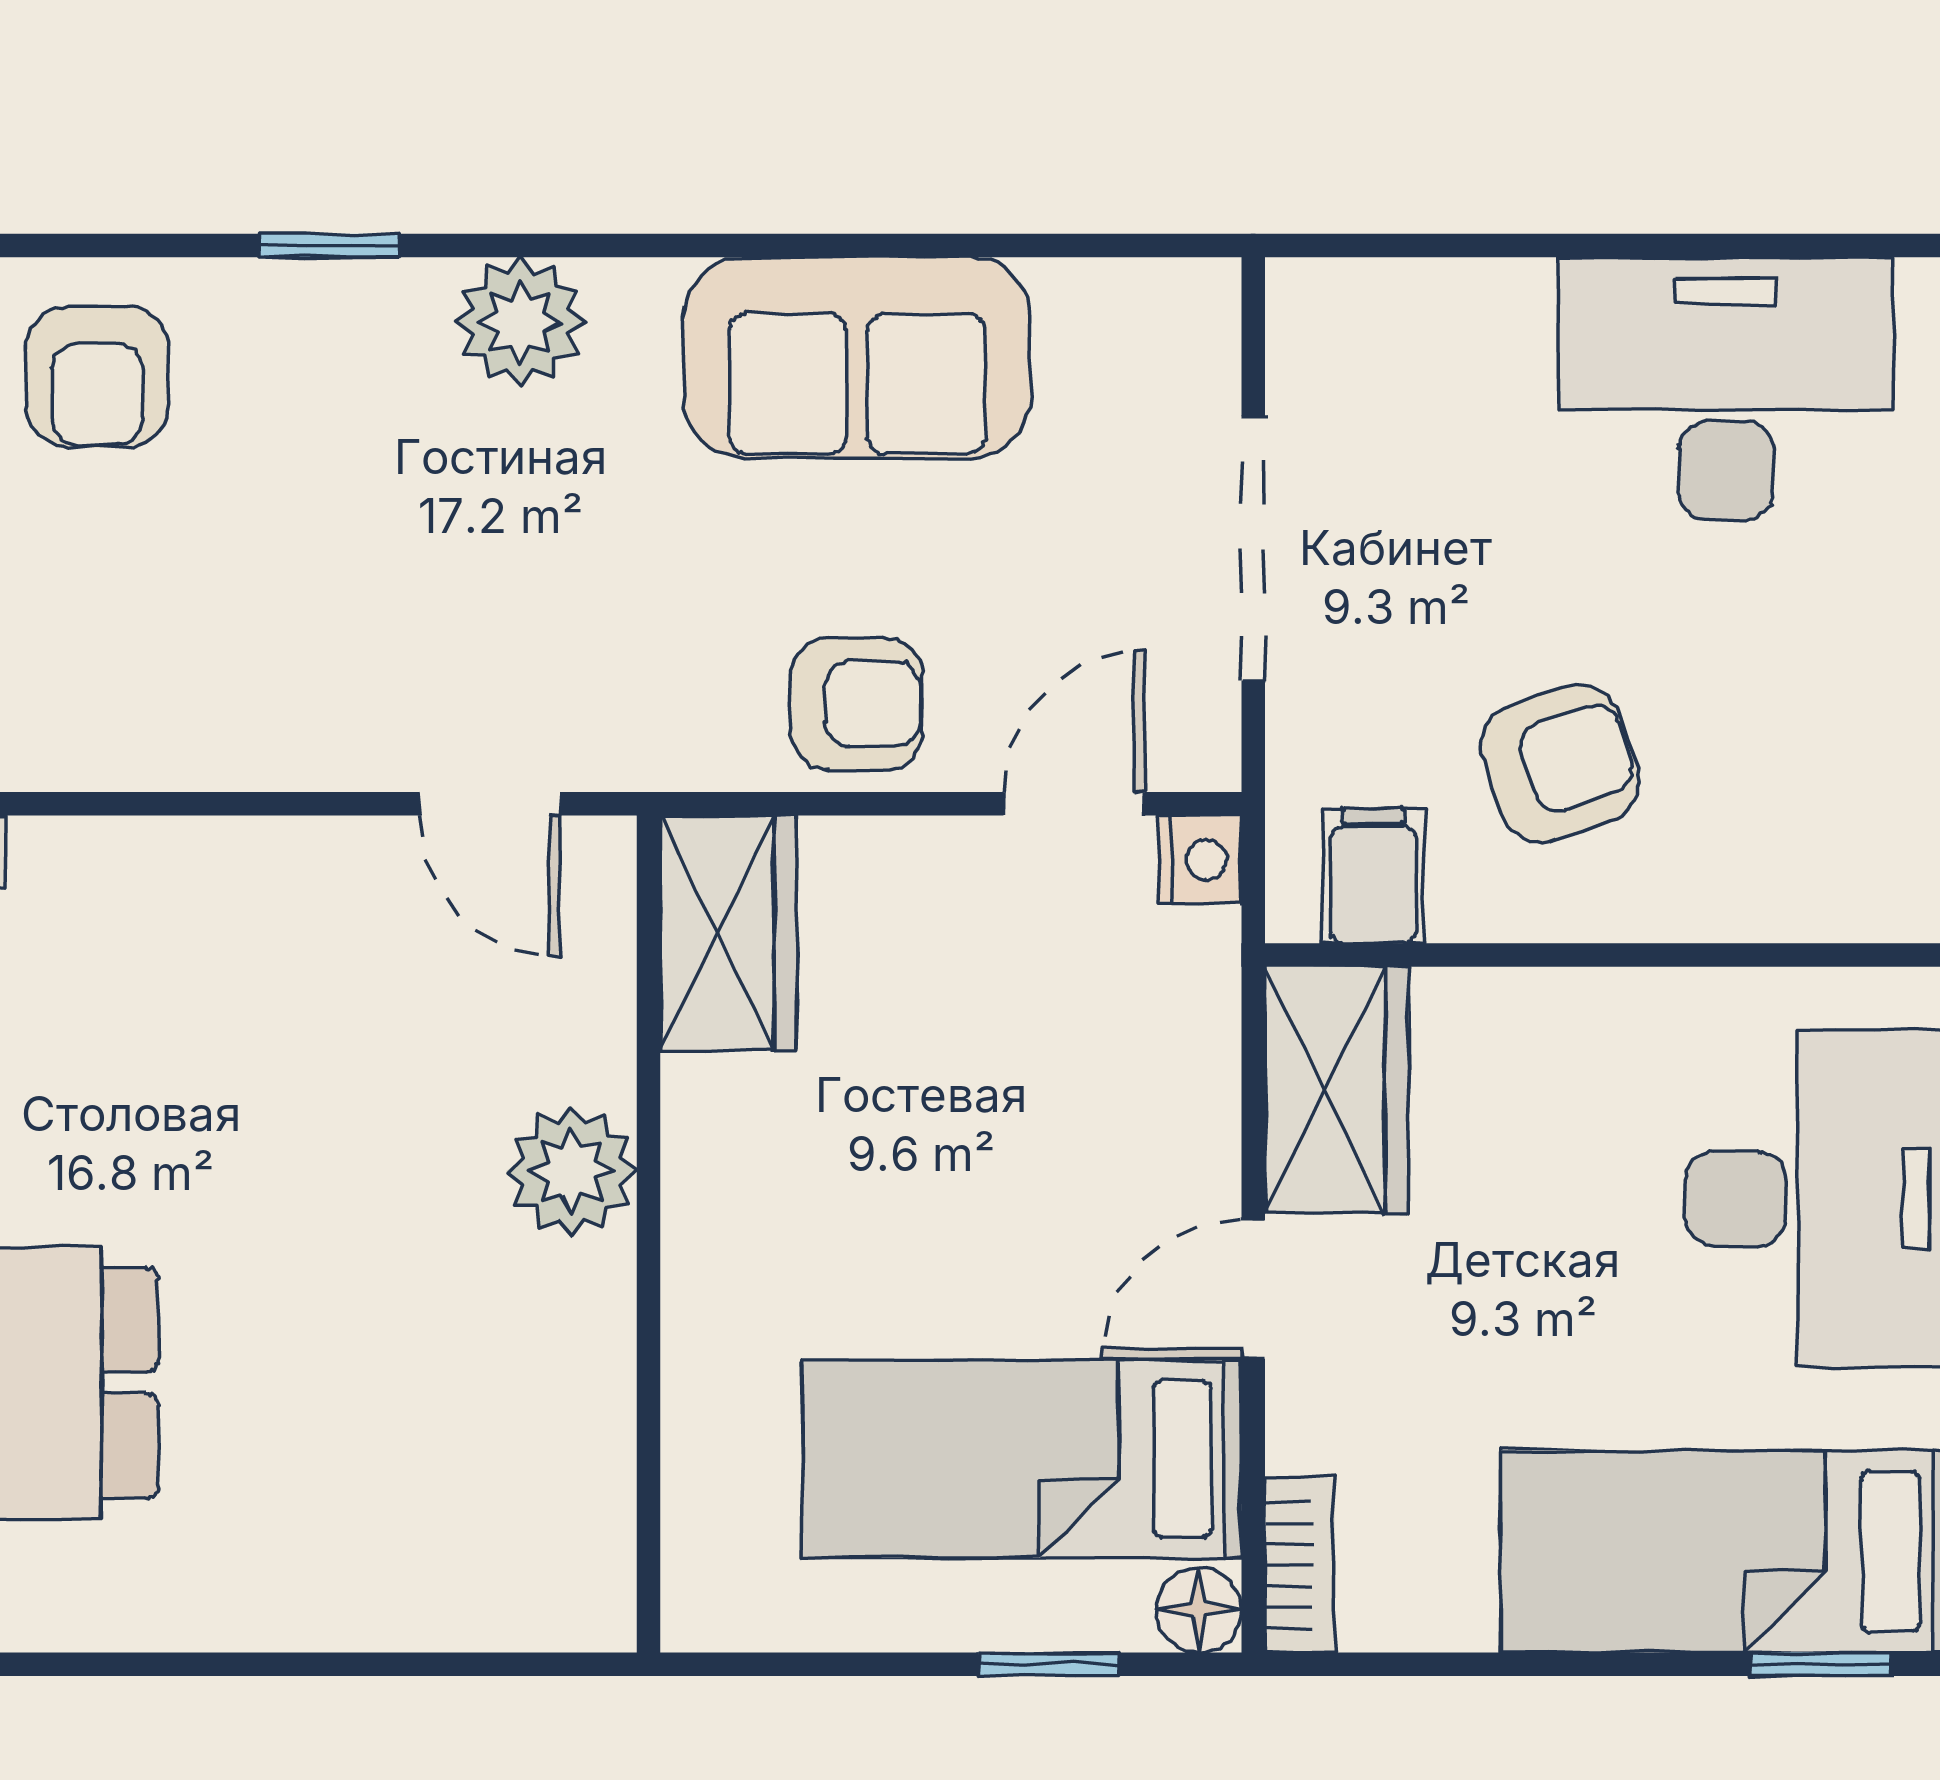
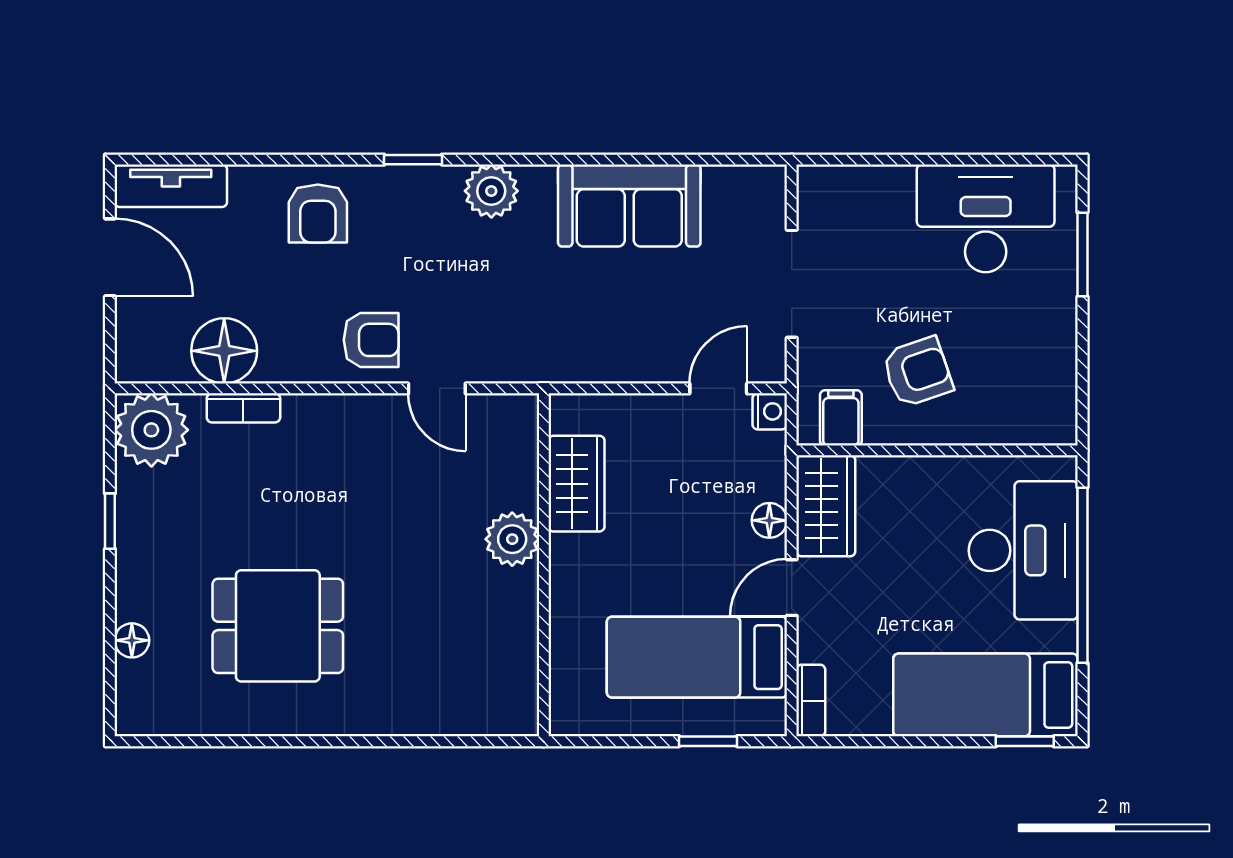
armchair: (856, 704) -> (371, 340), moved
door: (490, 804) -> (437, 388), moved
wardrobe: (728, 933) -> (576, 484), moved
floor lamp: (1199, 1610) -> (769, 520), moved

